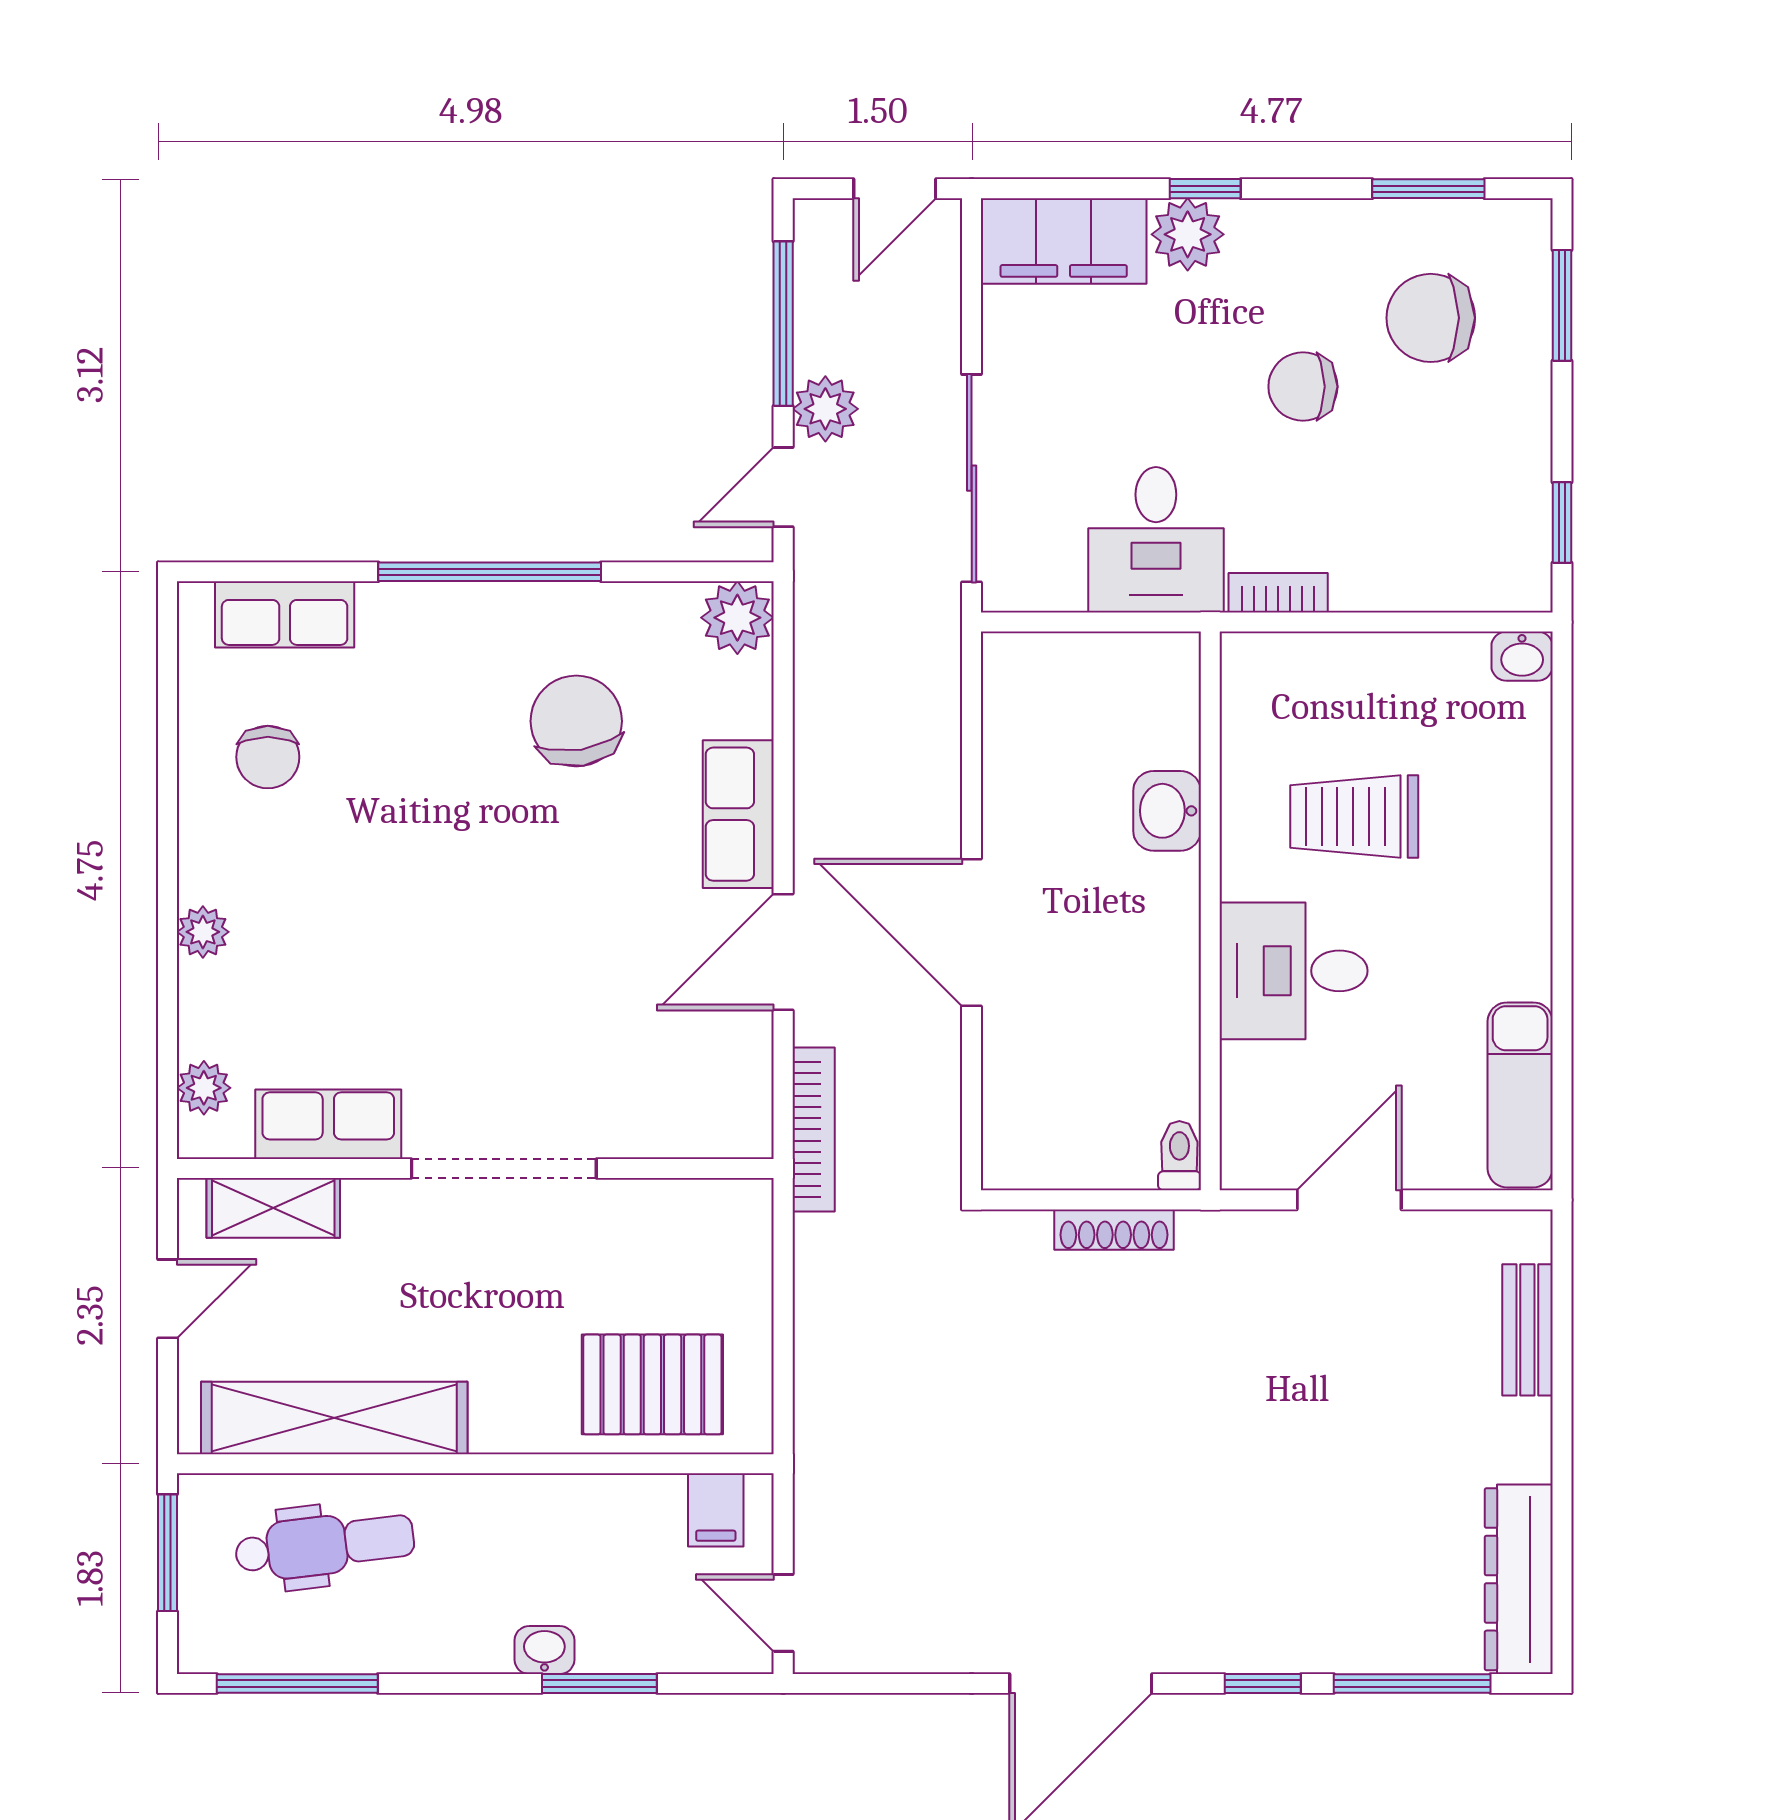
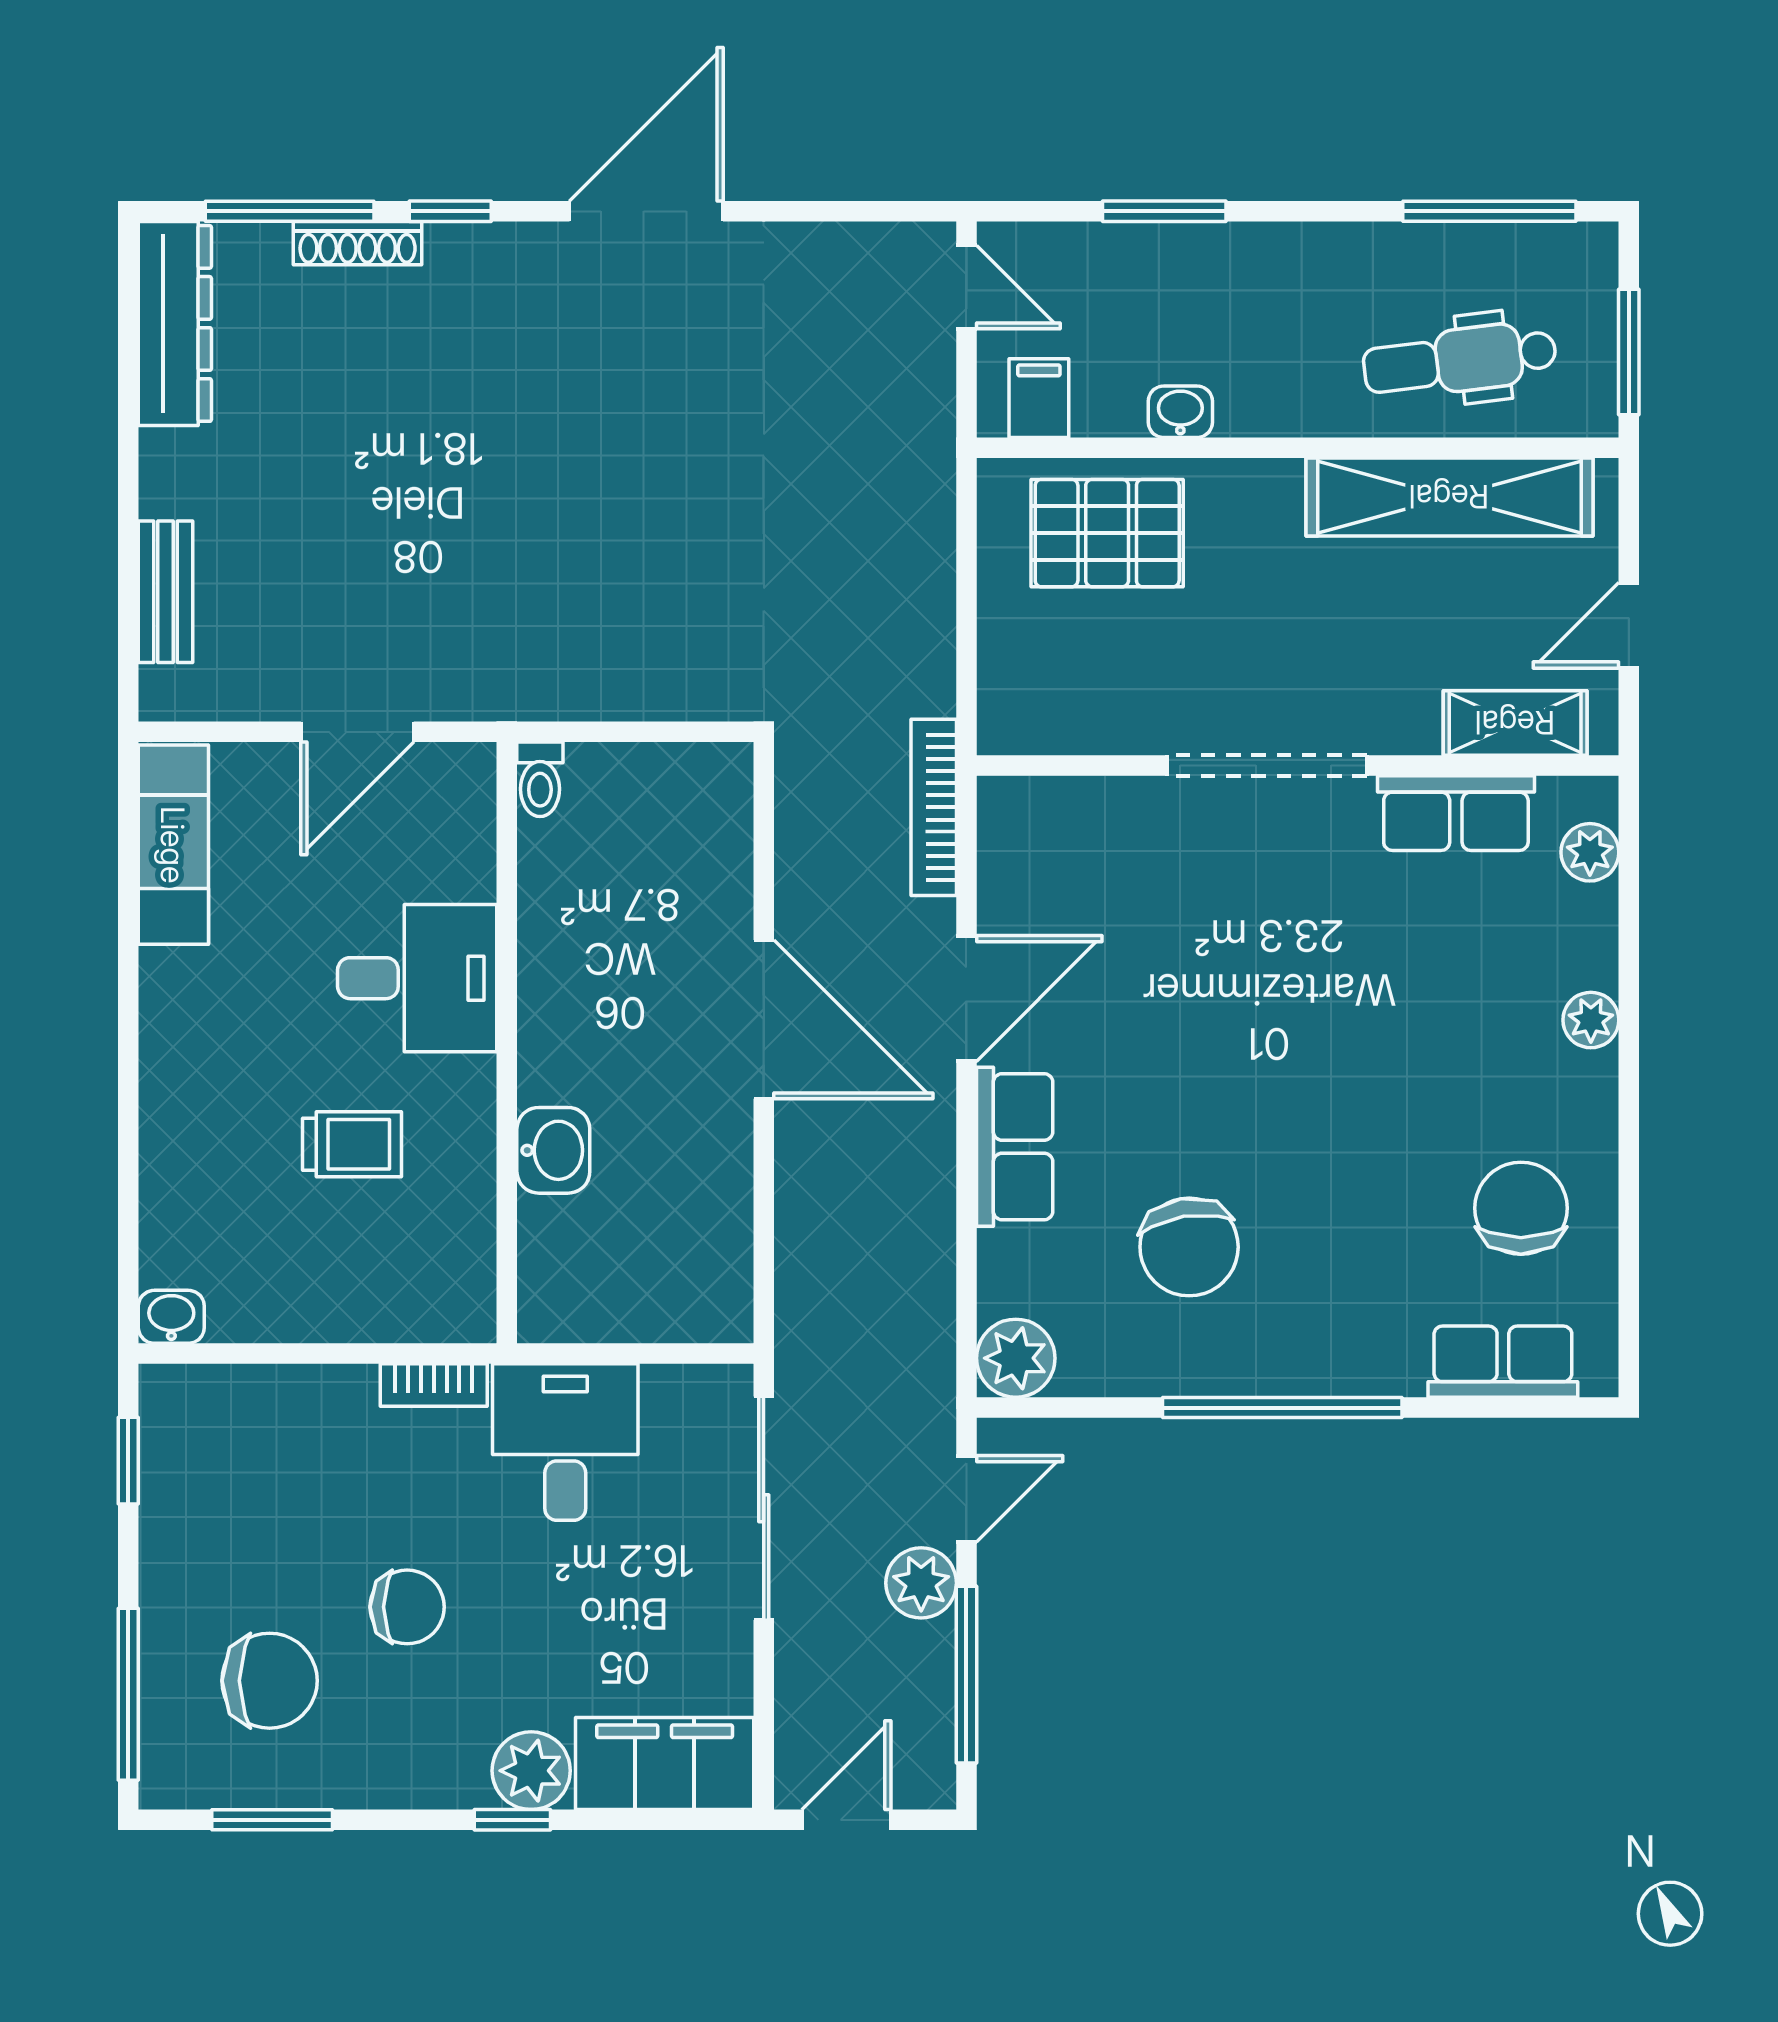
window: (1562, 305) -> (128, 1694), width x1.44
chair: (268, 757) -> (1521, 1208), width x1.37, depth x1.37
trolley: (1354, 816) -> (352, 1144), width x0.73, depth x0.72
shoe rack: (1114, 1230) -> (358, 243), moved, turned 180
washbasin: (544, 1650) -> (1180, 412), moved, turned 180

